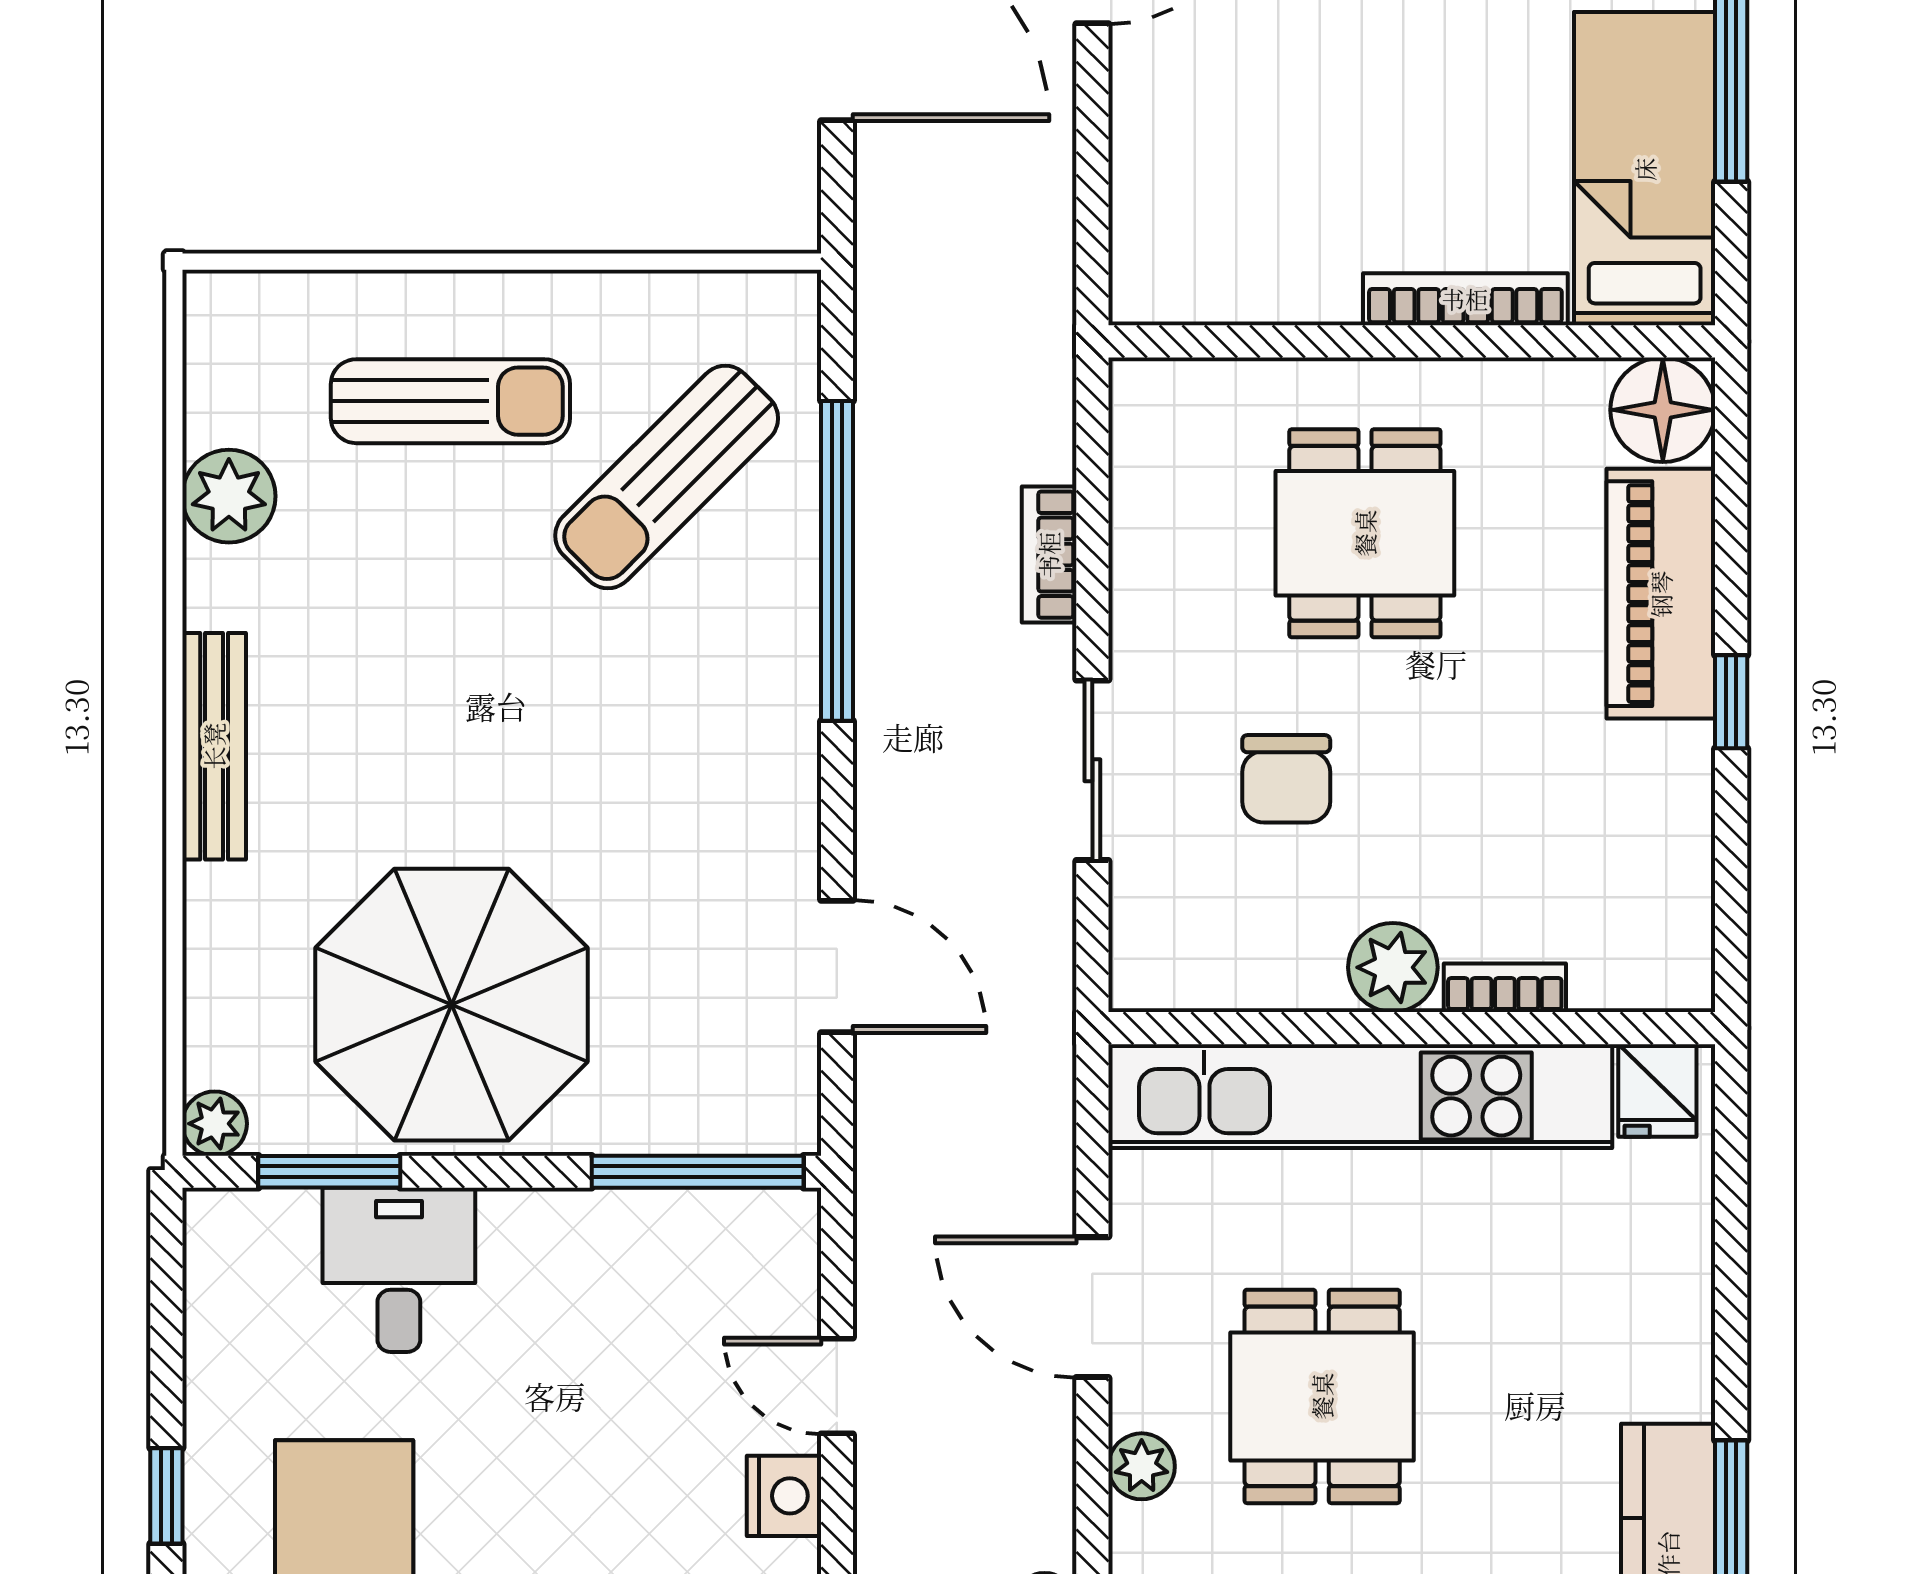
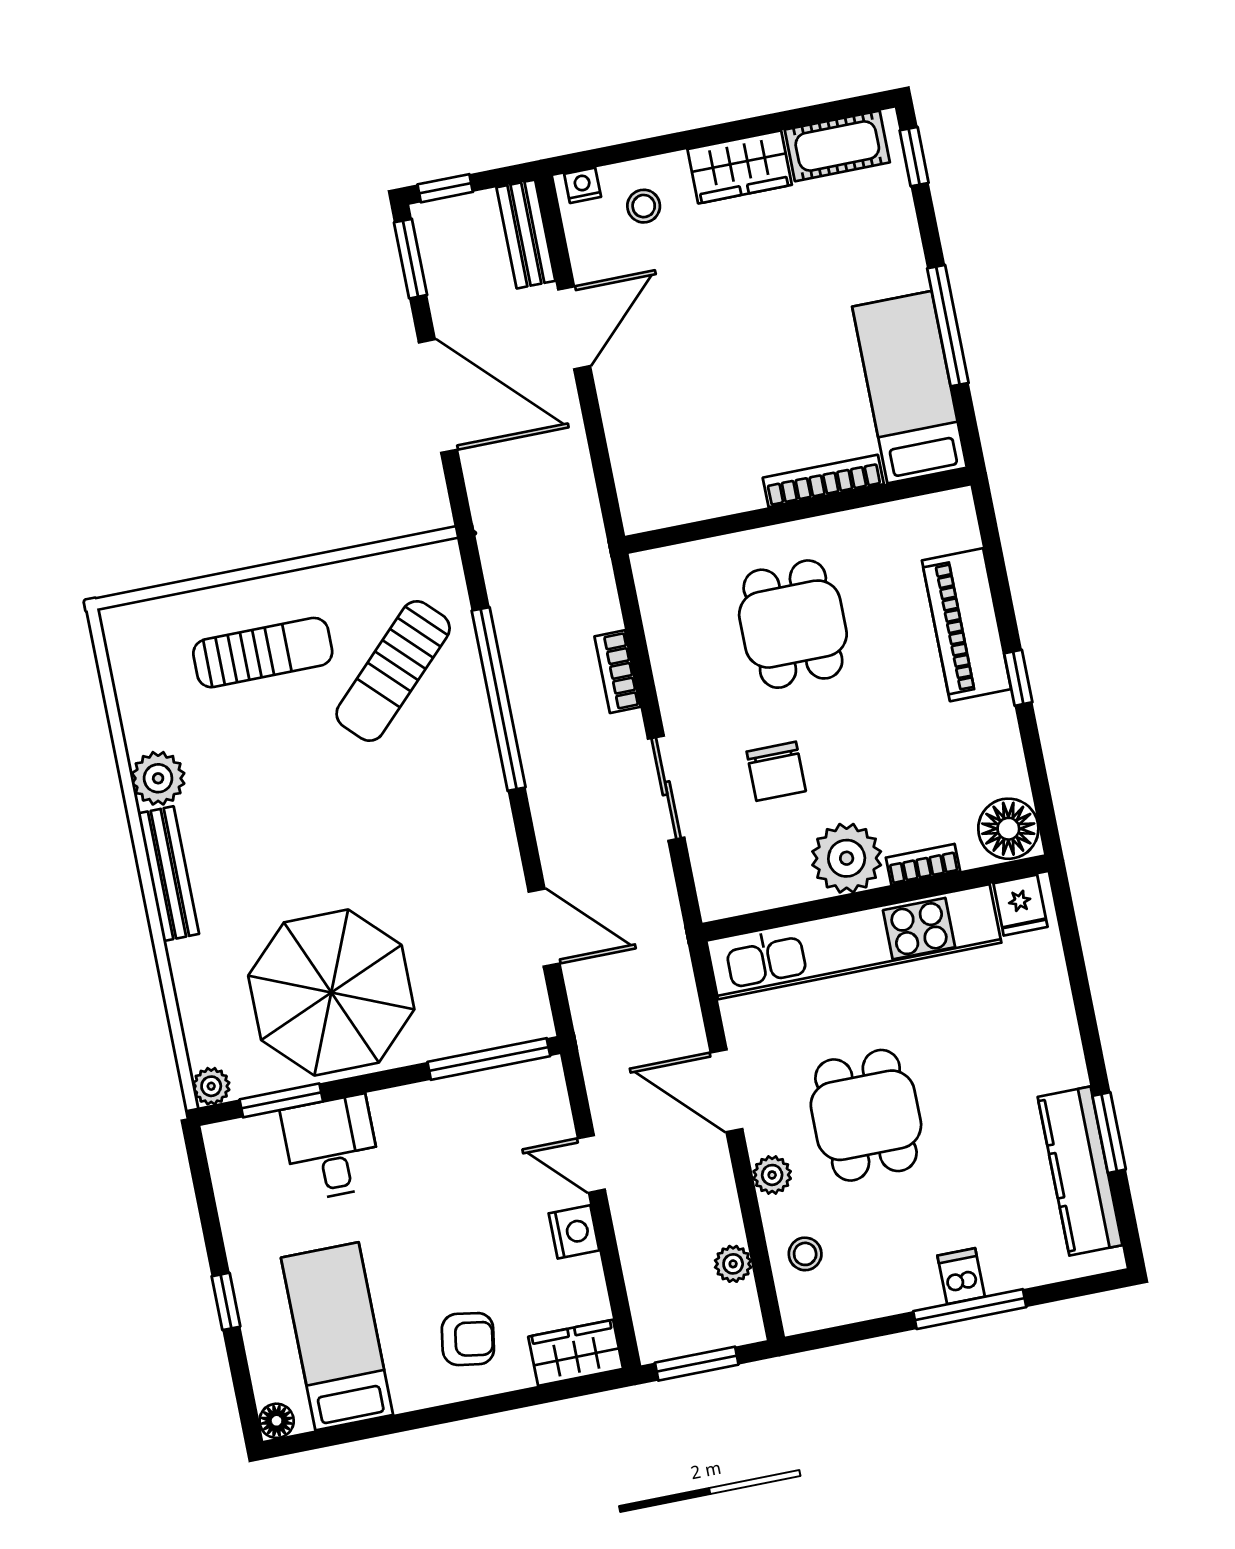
floor lamp: (1663, 410) -> (1008, 829), moved
plant: (229, 496) -> (158, 778), moved
plant: (1393, 967) -> (847, 858), width x1.36, depth x1.36

